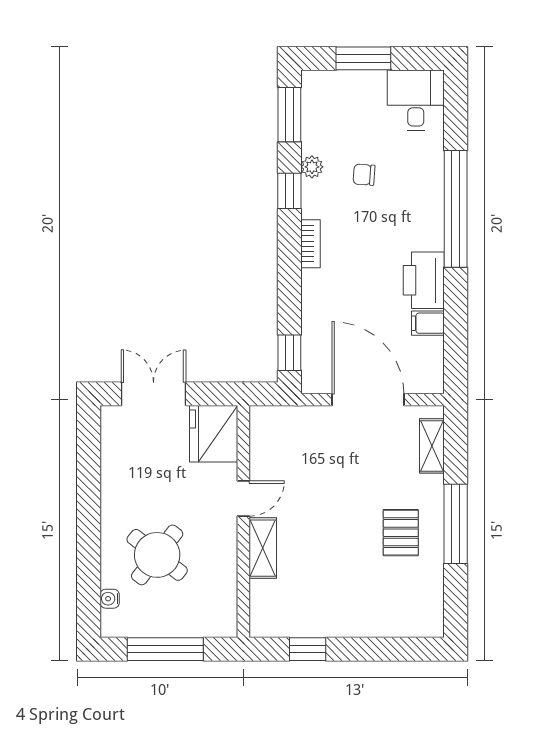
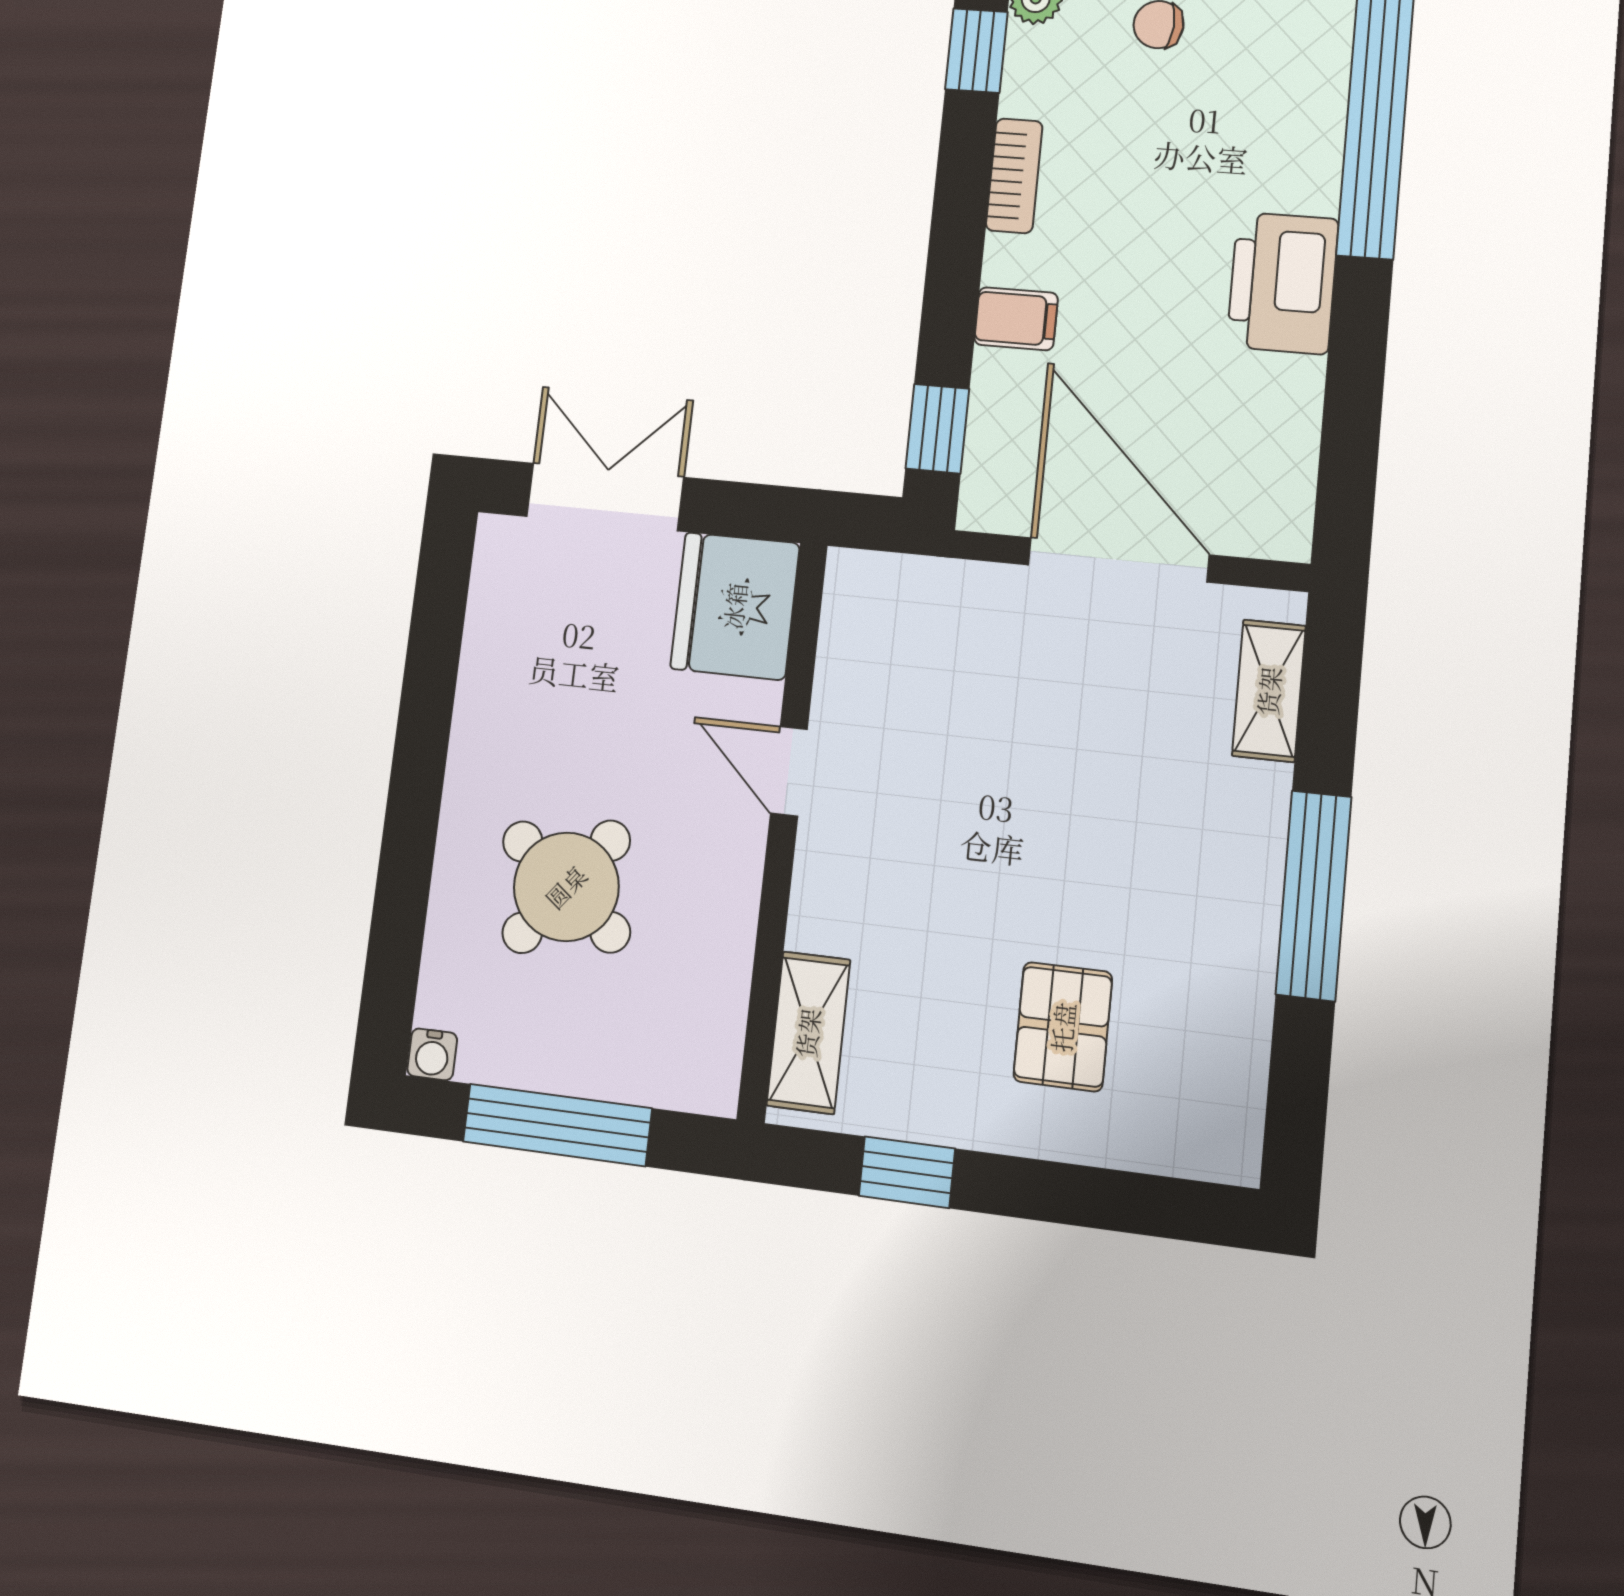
filing cabinet: (428, 323) -> (1016, 319), moved, turned 180
door: (243, 498) -> (789, 771), swing flipped
pallet: (401, 533) -> (1063, 1027), moved
shelving: (263, 548) -> (808, 1033), moved
water cooler: (110, 599) -> (432, 1054), moved, turned -90

